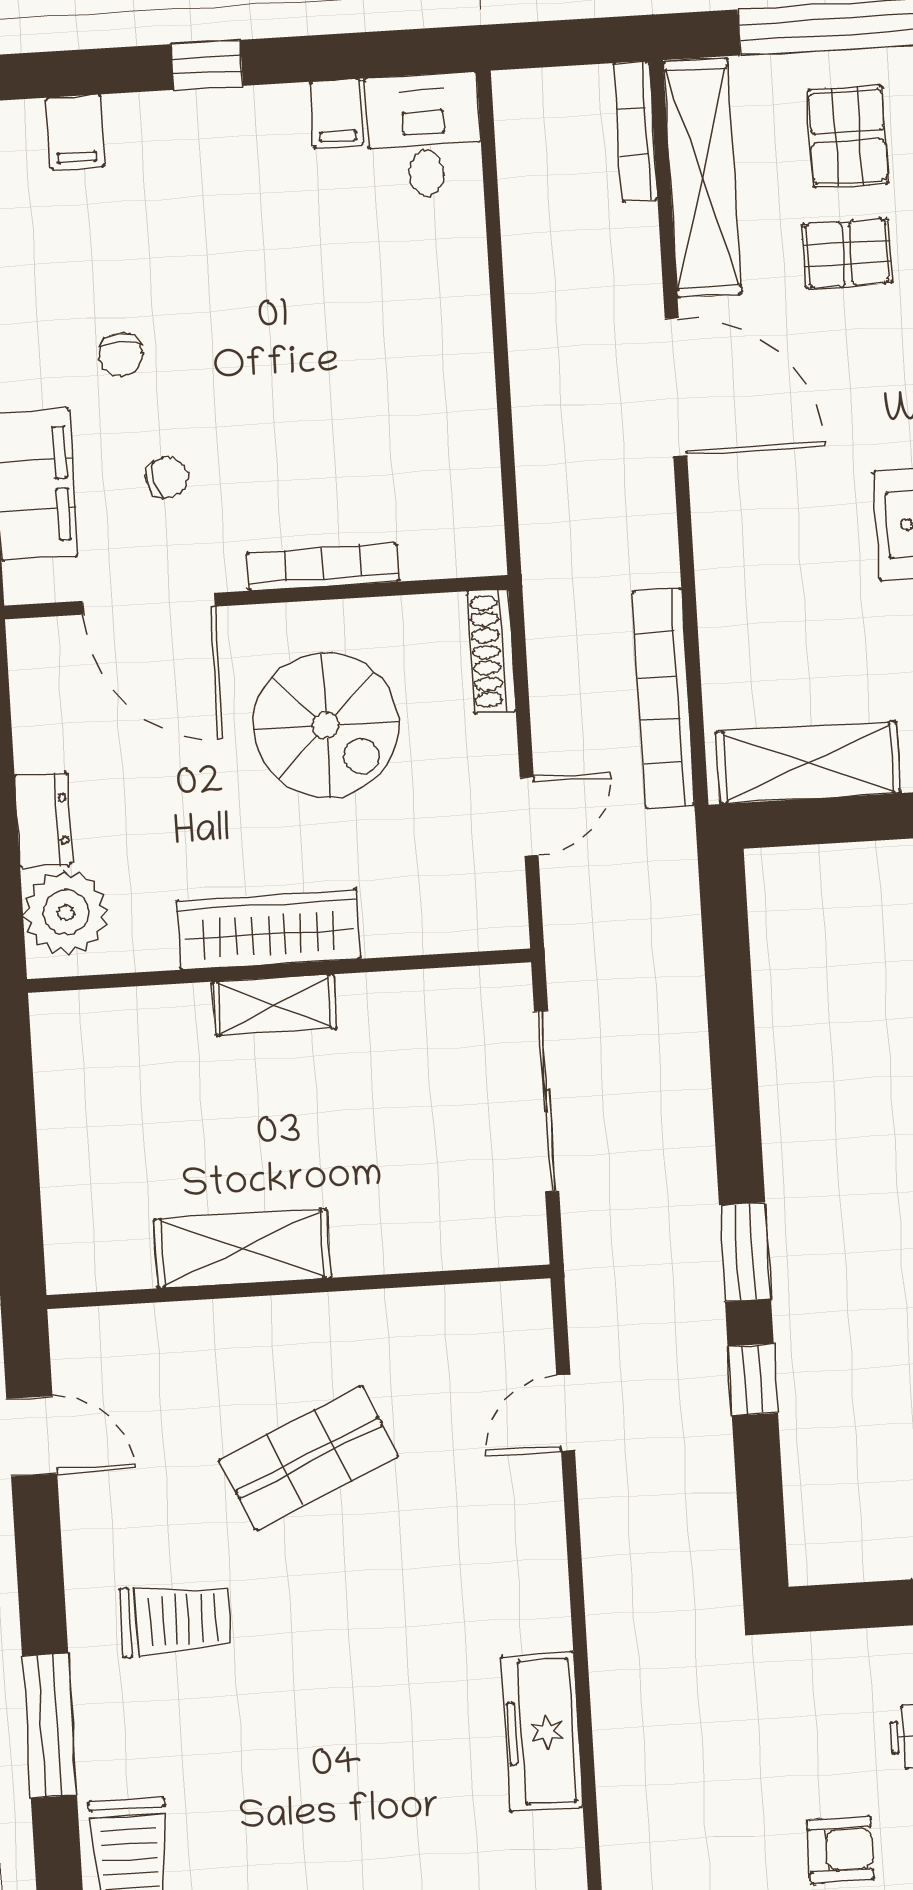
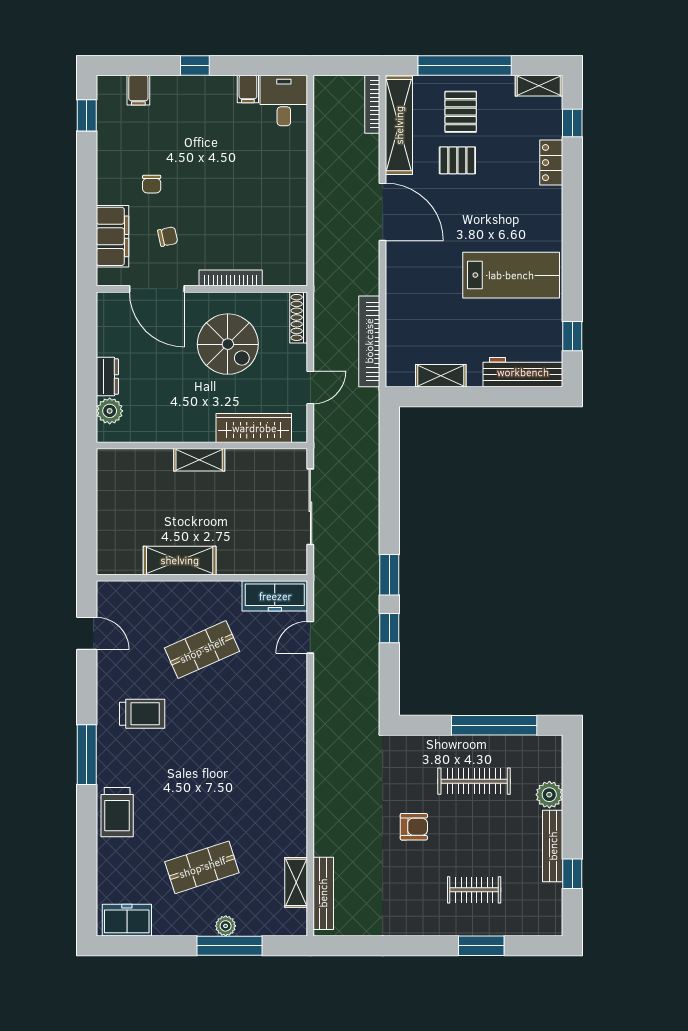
shelving: (808, 763) -> (441, 376), width x0.67, depth x0.75
plant: (66, 913) -> (110, 411), width x0.73, depth x0.73
wardrobe: (269, 930) -> (254, 428), moved
freezer: (542, 1732) -> (275, 596), moved, turned -90

